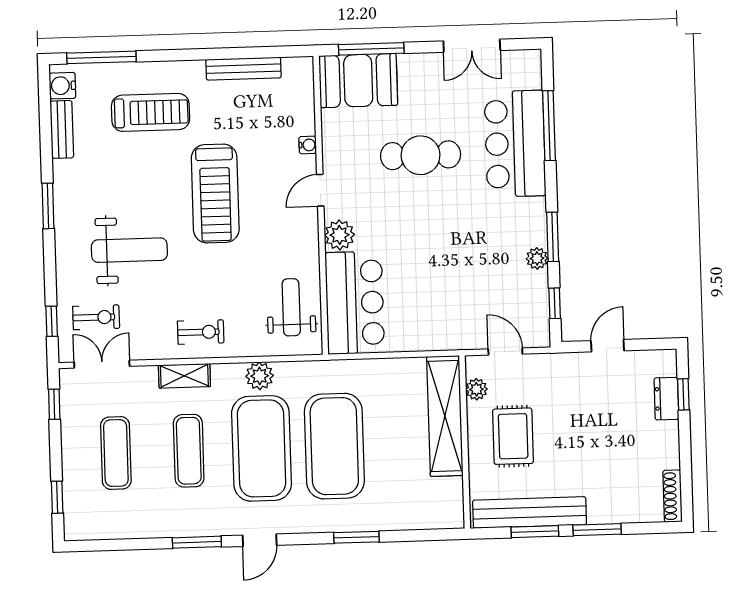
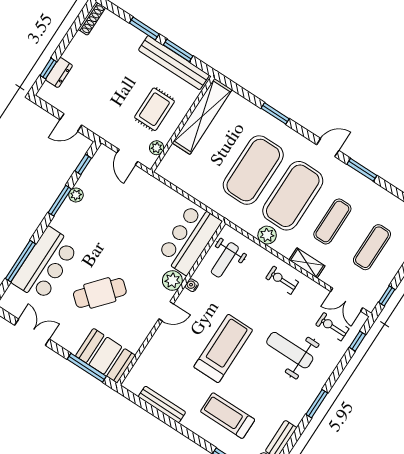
water cooler: (308, 145) -> (192, 285), moved
cafe table: (421, 155) -> (100, 293), turned -49
shelving: (445, 416) -> (202, 116), moved

